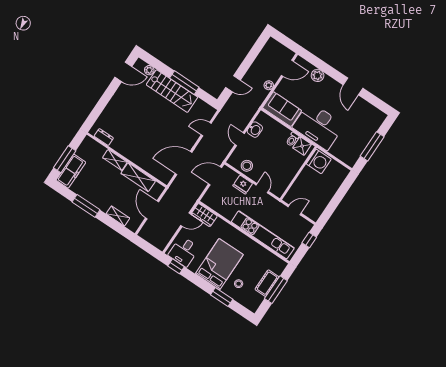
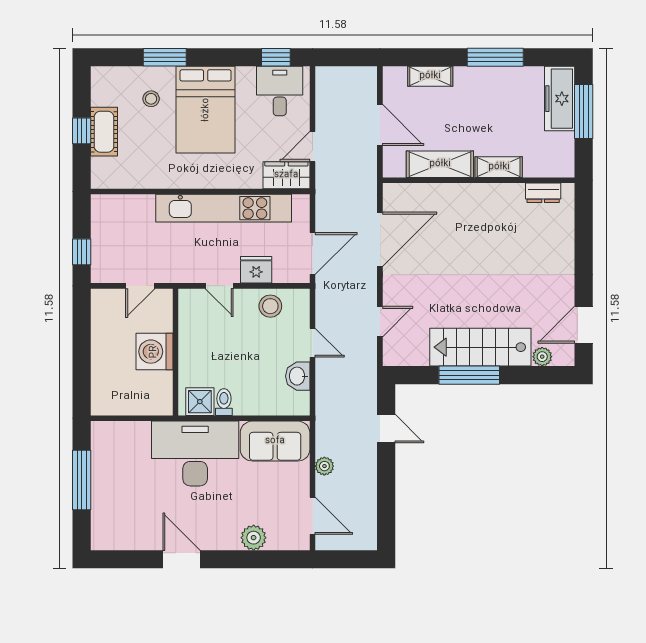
door: (287, 68) -> (313, 516), swing flipped
door: (233, 84) -> (386, 428), swing flipped
washing machine: (319, 161) -> (154, 352), moved
kitchen unit: (263, 235) -> (224, 208), moved
window: (276, 290) -> (82, 131), width x0.46

